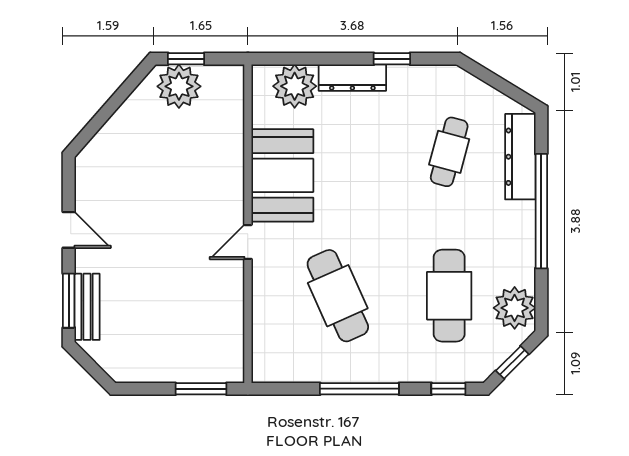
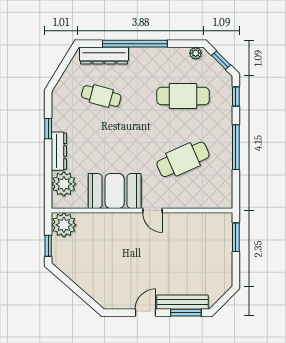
plant: (179, 86) -> (64, 225), moved
bench: (87, 307) -> (183, 302), width x1.36
plant: (515, 308) -> (196, 53), width x0.53, depth x0.53

